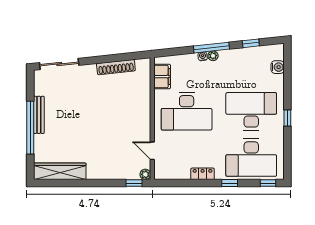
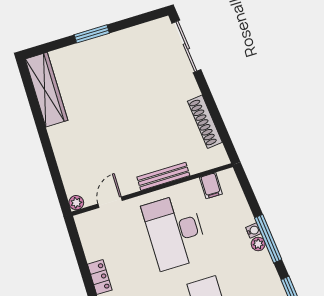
filing cabinet: (162, 77) -> (211, 186), width x0.50
bench: (39, 115) -> (163, 176), moved
window: (30, 128) -> (92, 34), width x0.47
window: (134, 183) -> (61, 191), removed

